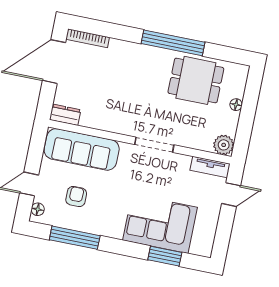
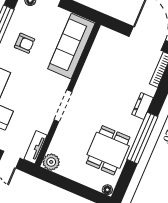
floor lamp: (236, 105) -> (107, 190), moved
dresser: (65, 115) -> (142, 106), moved, turned 180
armchair: (76, 197) -> (25, 43), moved

